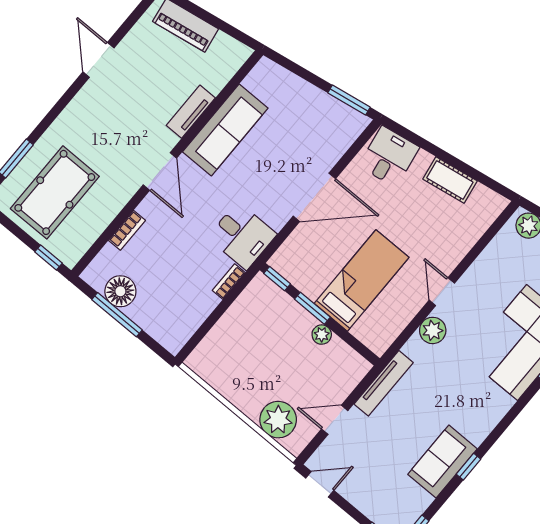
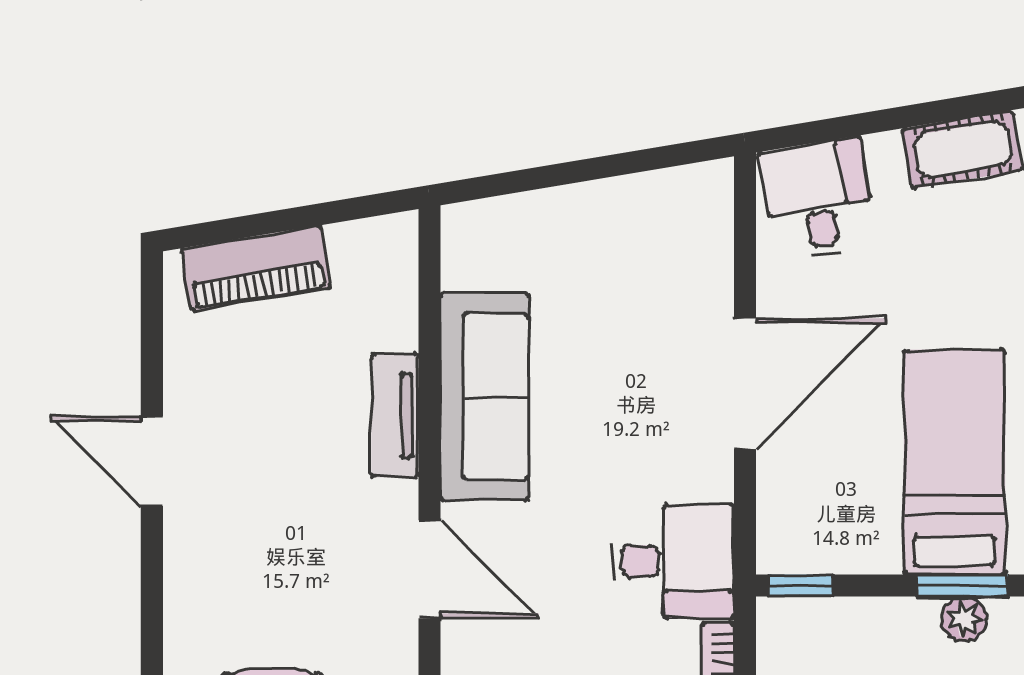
window: (349, 100) -> (661, 157), removed
window: (312, 308) -> (962, 585), moved

